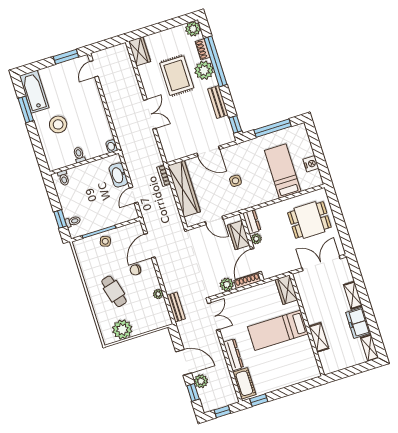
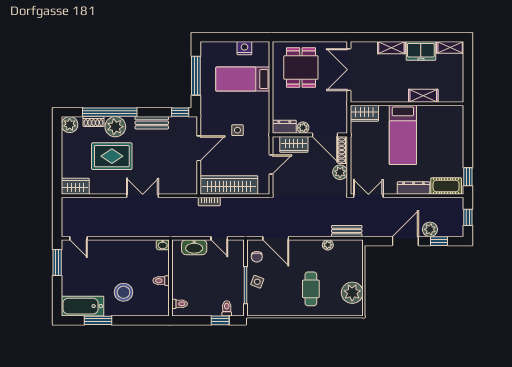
chair: (135, 270) -> (257, 257), moved
cafe table: (114, 291) -> (311, 289), turned -75

